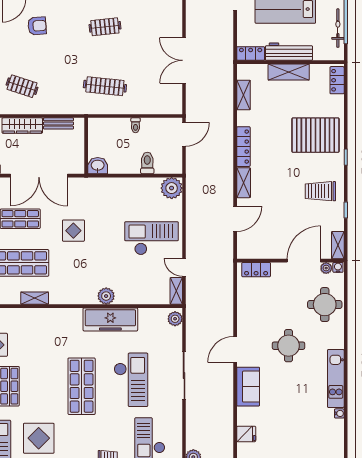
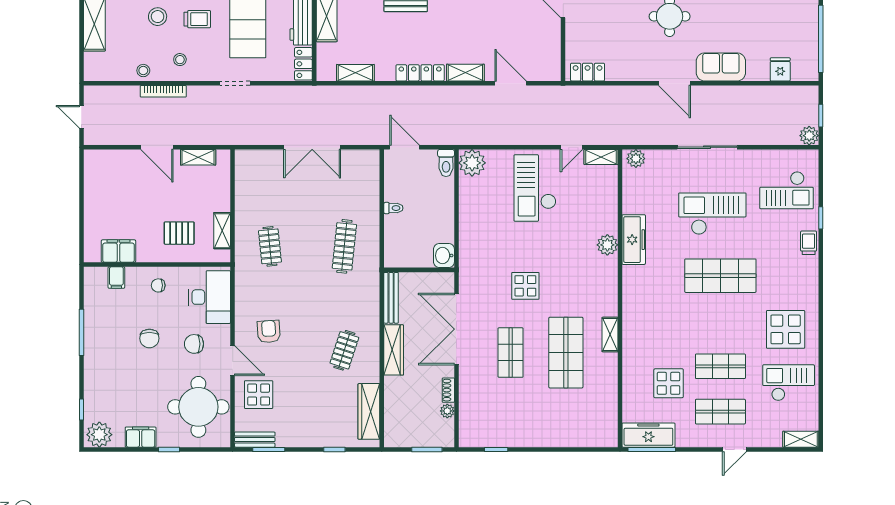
bench: (58, 123) -> (391, 298), width x1.36
toilet: (147, 163) -> (446, 163), moved, turned -90
double door: (39, 176) -> (456, 329), swing flipped
locker: (256, 270) -> (588, 72), moved, turned -90
freezer: (110, 319) -> (634, 240), width x0.73, depth x0.79

